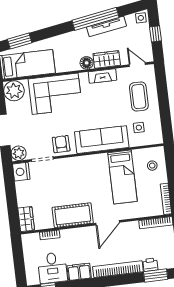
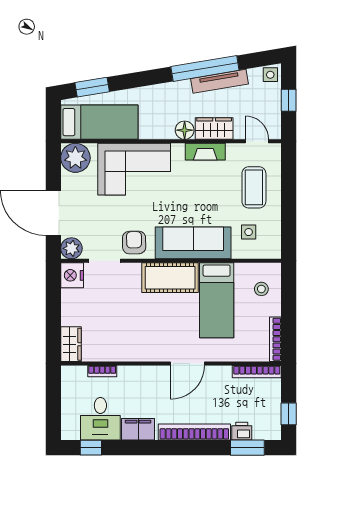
cot: (73, 215) -> (170, 278), moved

